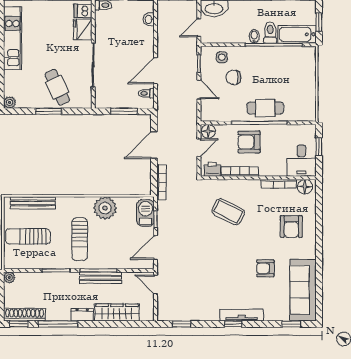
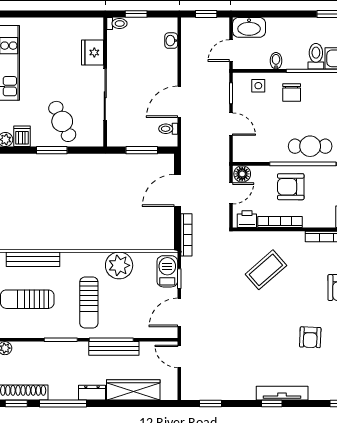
dishwasher: (83, 11) -> (22, 136), moved, turned 90
bidet: (254, 36) -> (276, 61), moved
chair: (234, 77) -> (292, 93), moved, turned -90
coffee table: (228, 212) -> (266, 270), turned -68
armchair: (265, 268) -> (310, 337), turned -88

